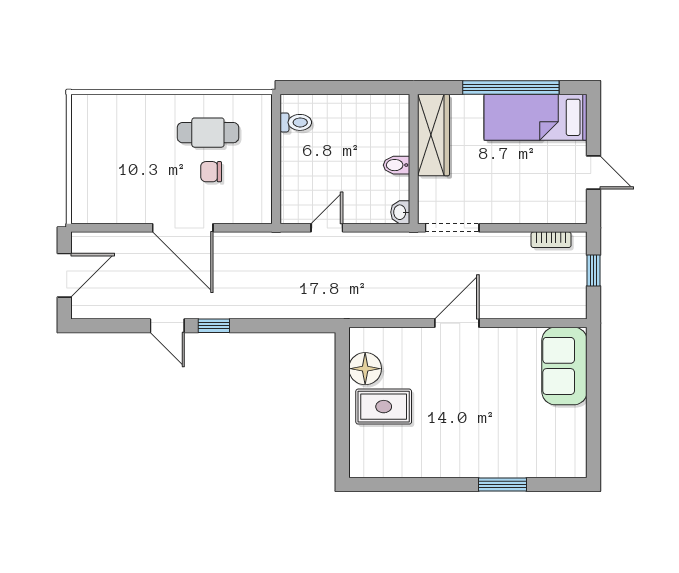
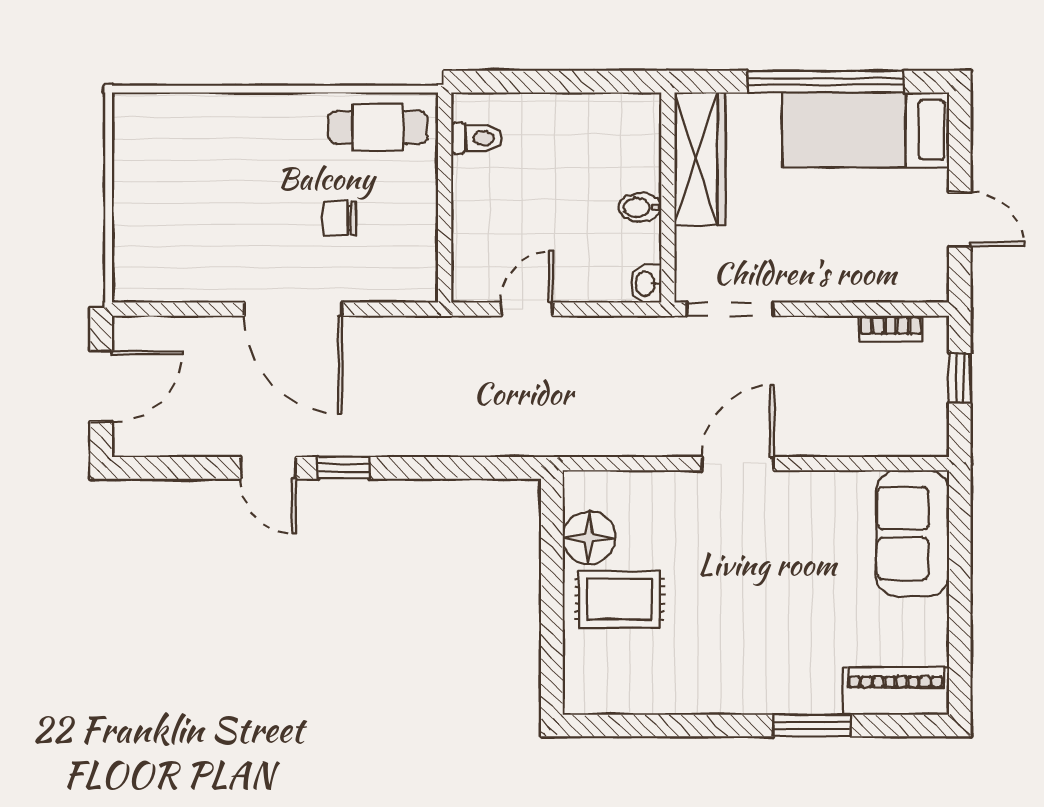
cafe table: (208, 133) -> (378, 127), moved
piano: (554, 463) -> (896, 691), added

